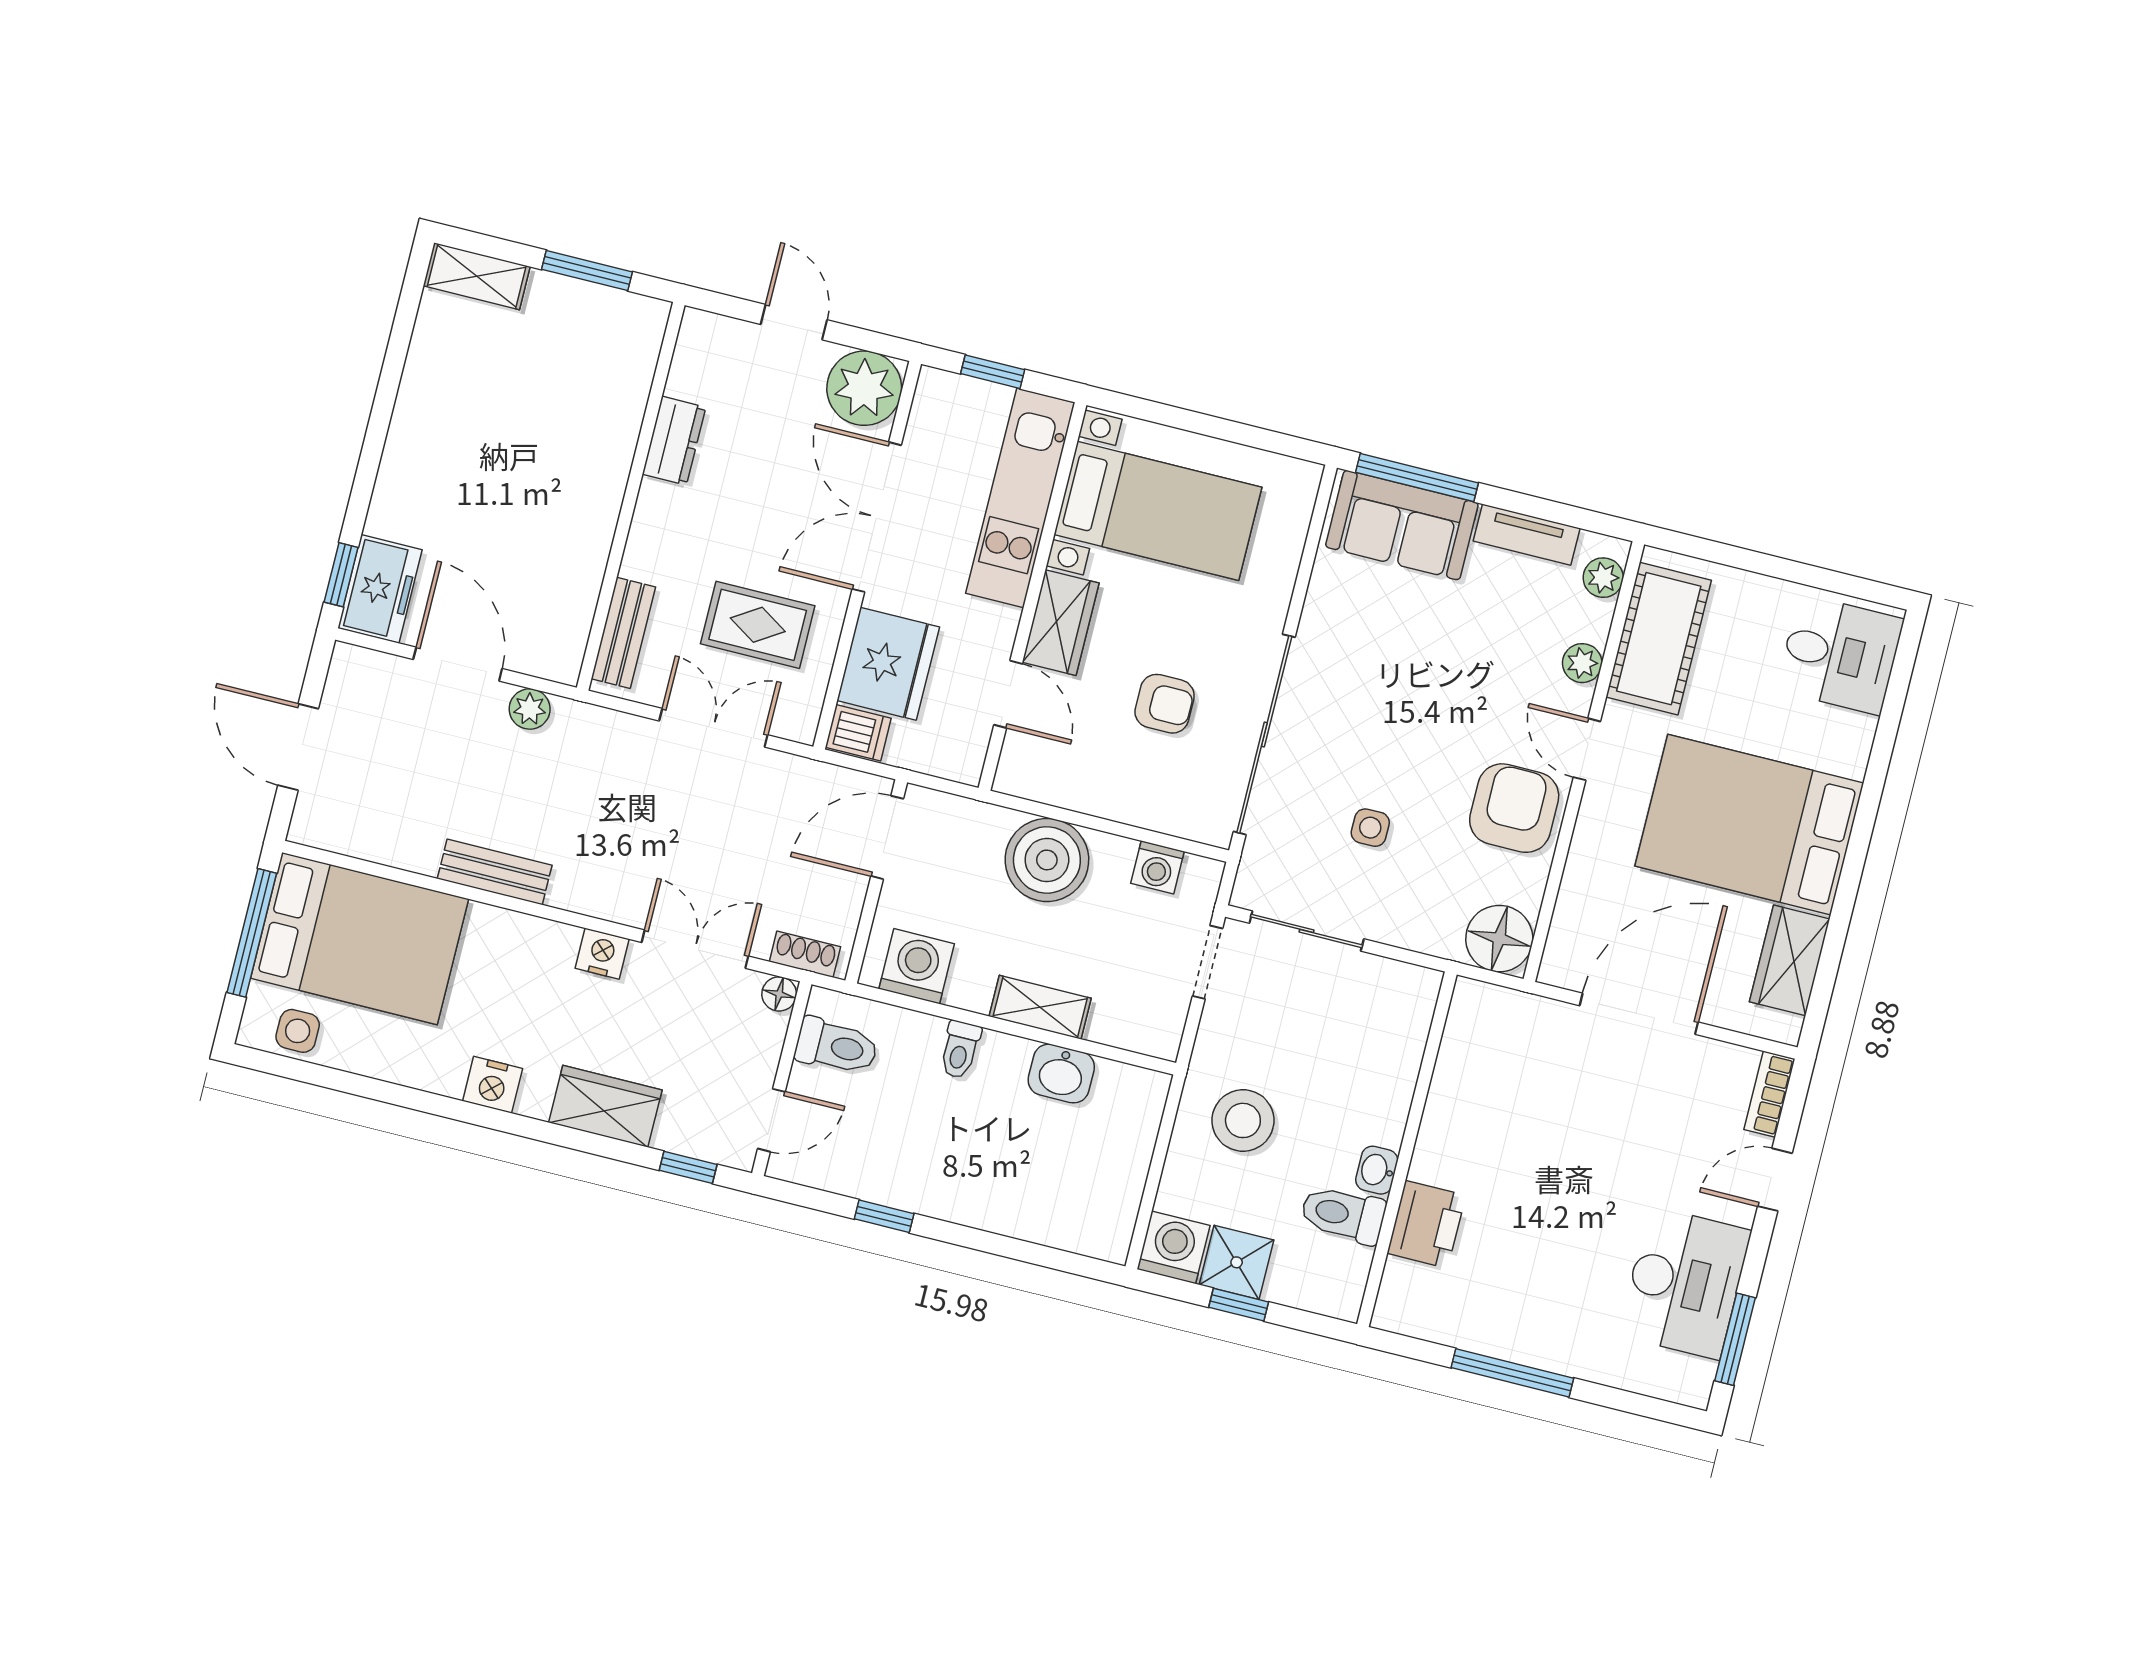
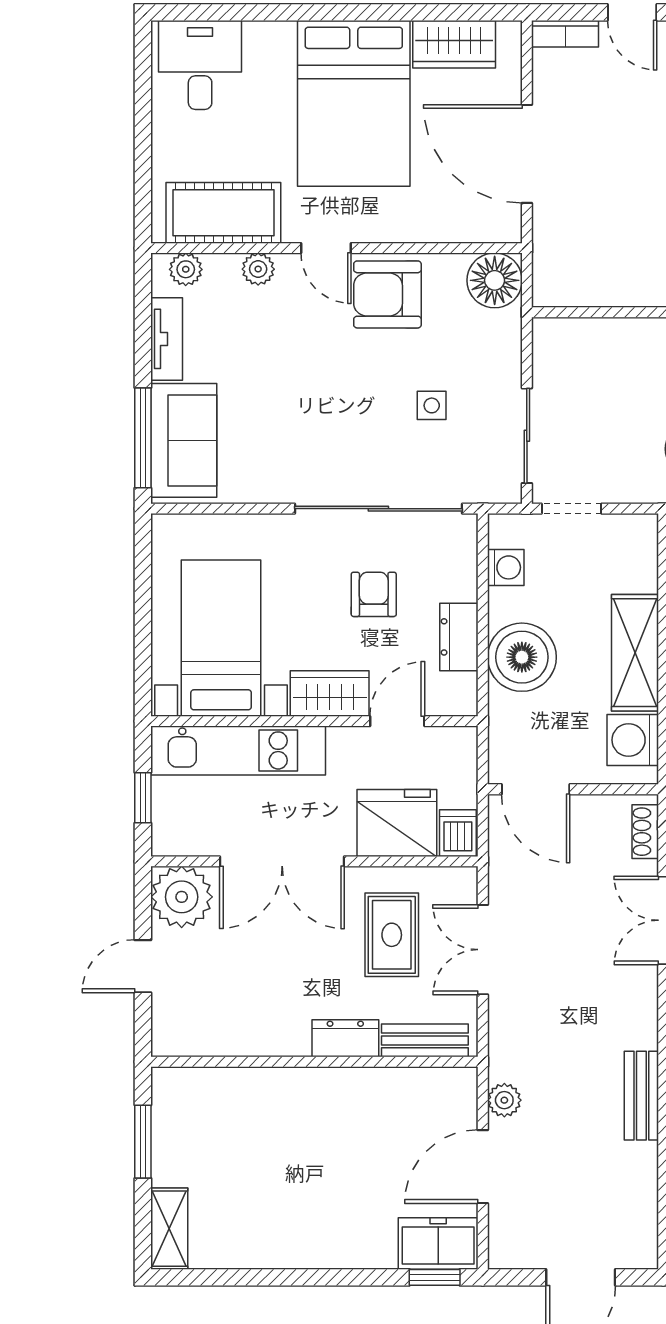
dresser: (674, 441) -> (345, 1038), moved
door: (1587, 749) -> (326, 248), hinge flipped
dresser: (1089, 792) -> (459, 637), added
shelving: (1040, 1007) -> (635, 653), width x1.50, depth x1.33

